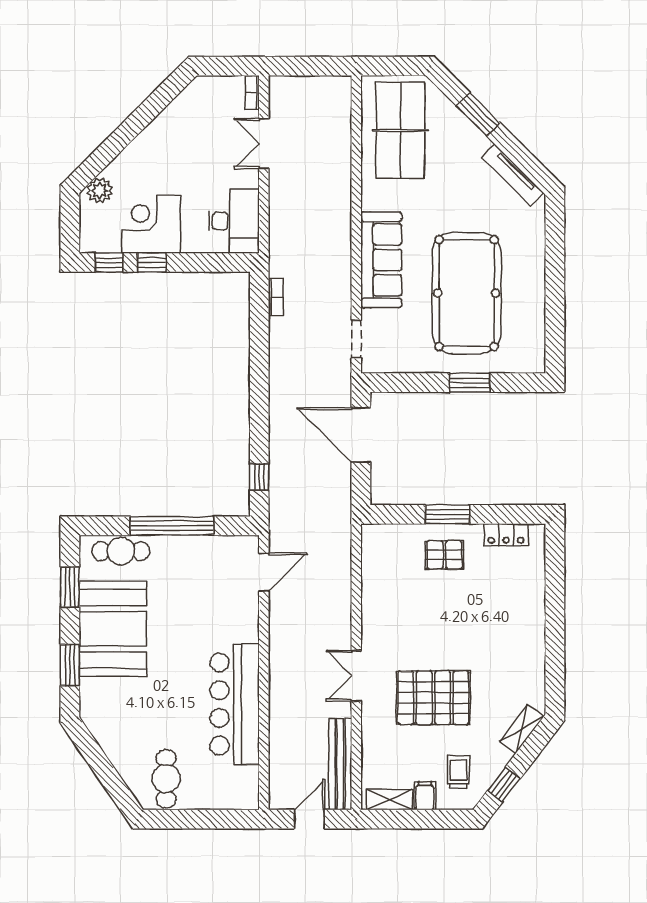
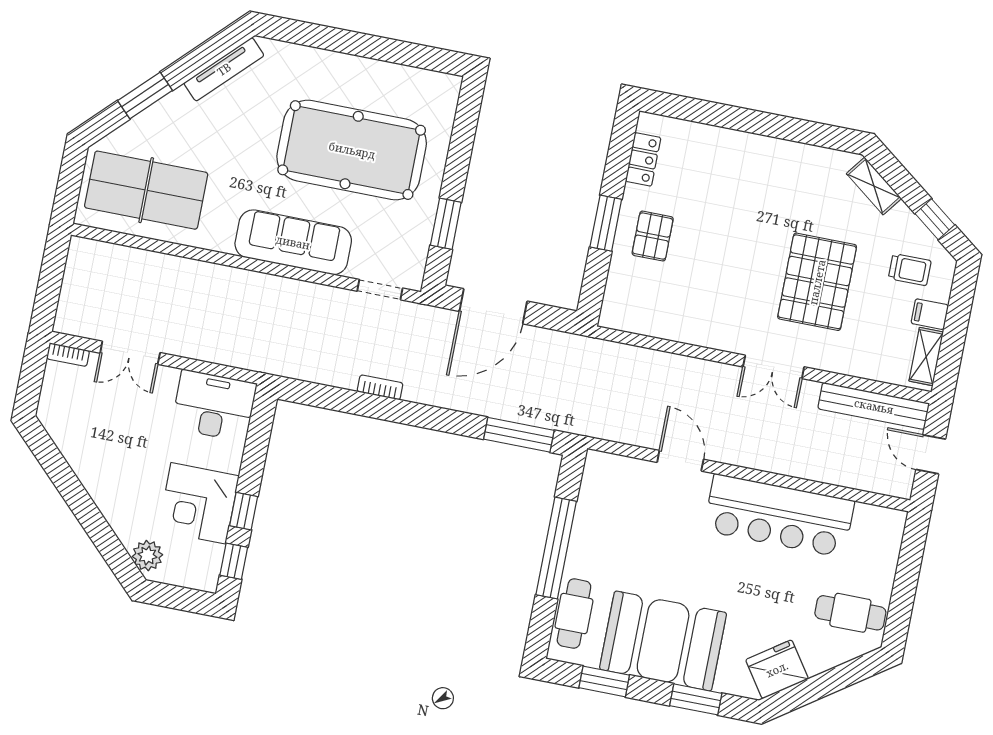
bookcase: (276, 297) -> (380, 387), moved
window: (470, 383) -> (446, 224), moved
window: (259, 477) -> (519, 435), width x2.17
door: (264, 572) -> (680, 461), moved
fridge: (108, 727) -> (777, 669), added
trolley: (458, 772) -> (910, 270), turned 180

